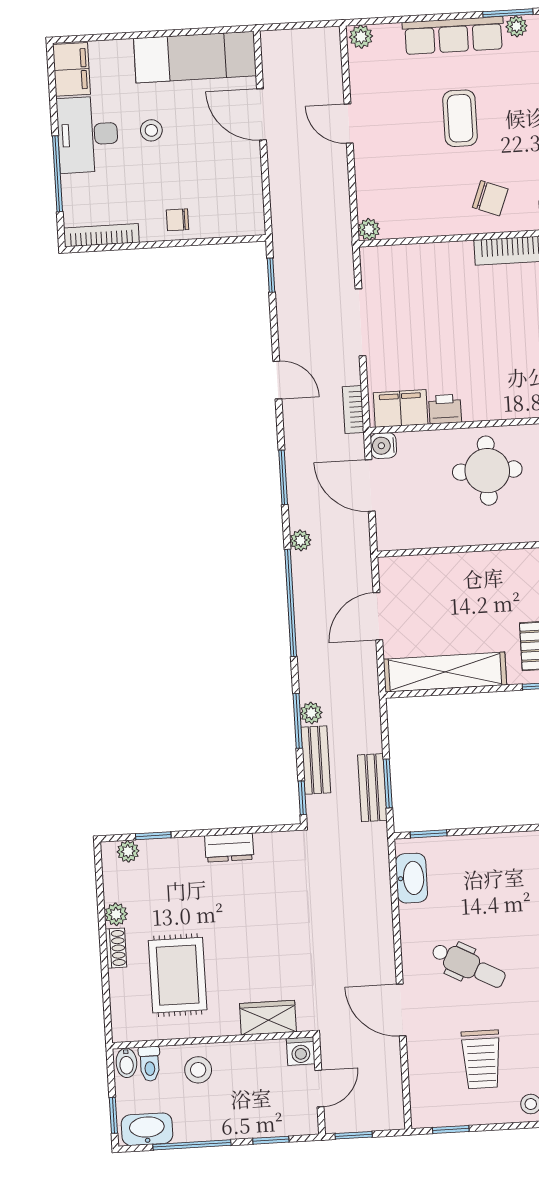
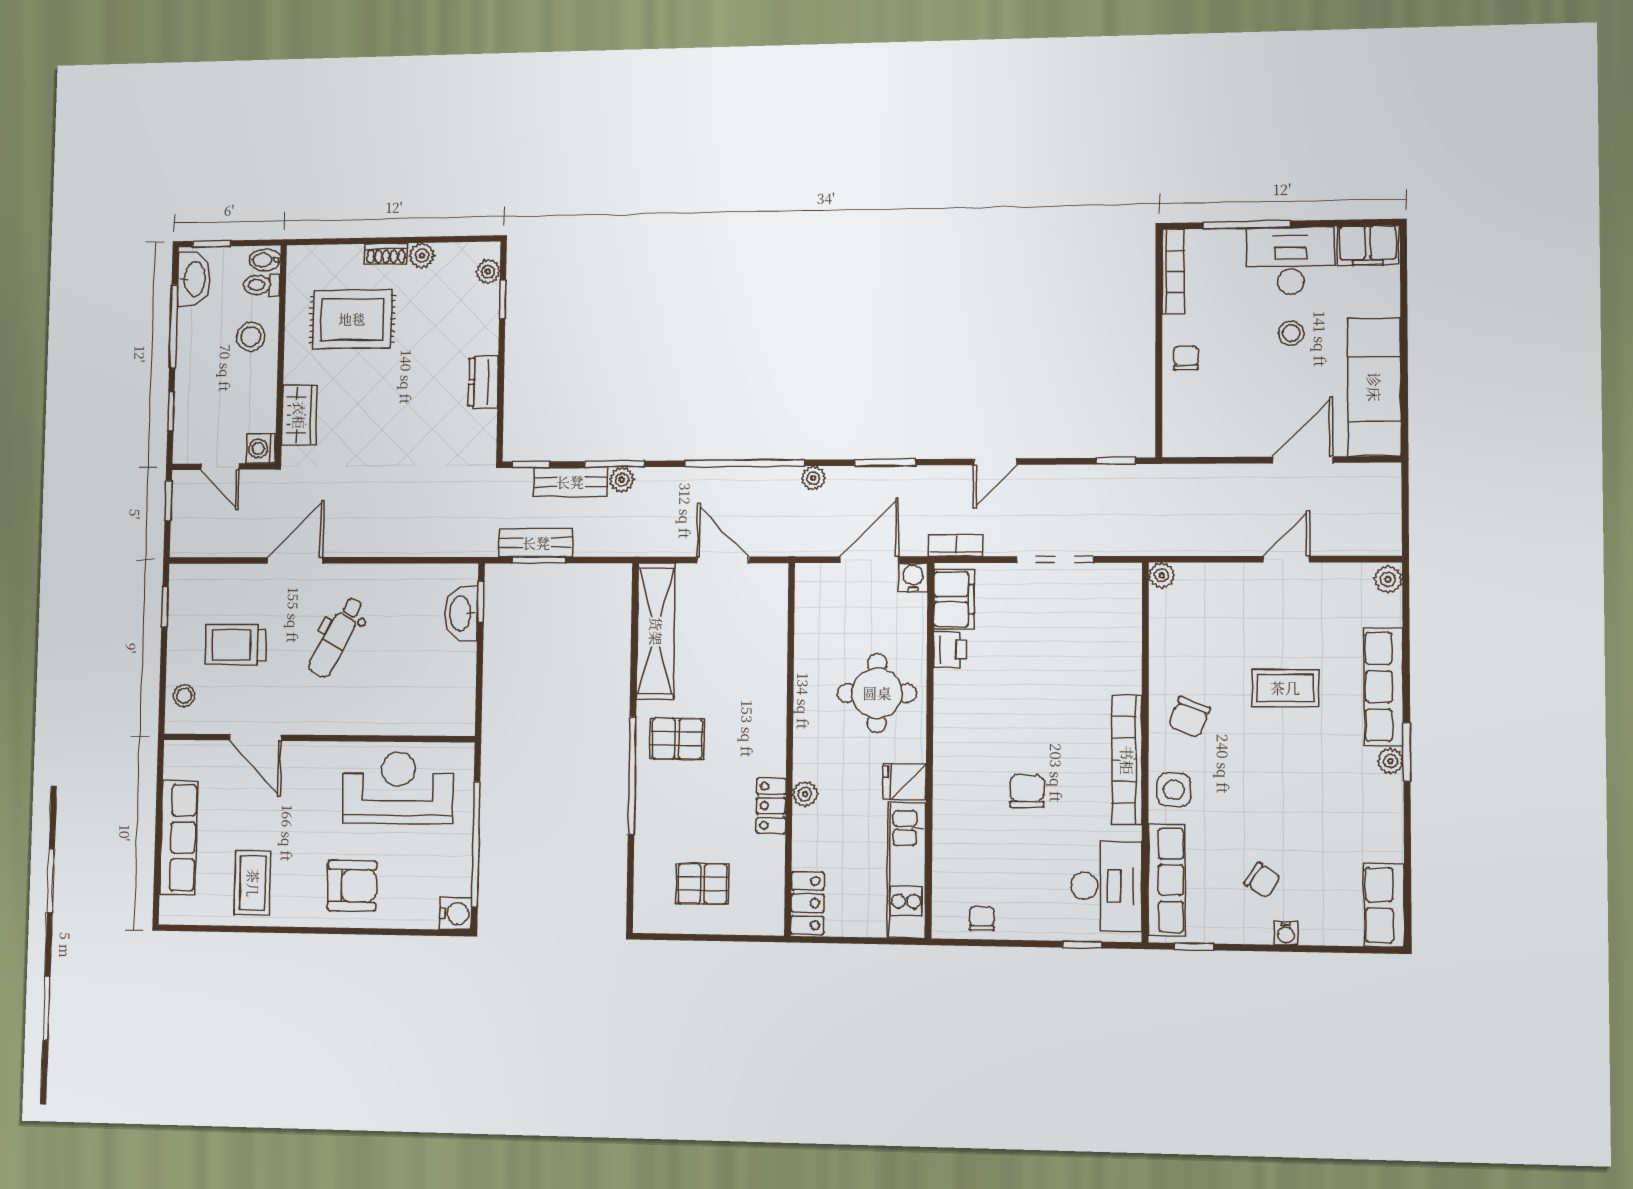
washbasin: (411, 878) -> (461, 613), moved, turned 90

